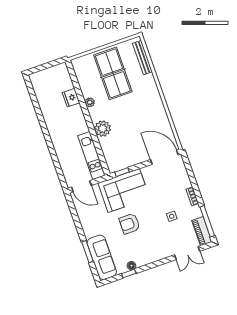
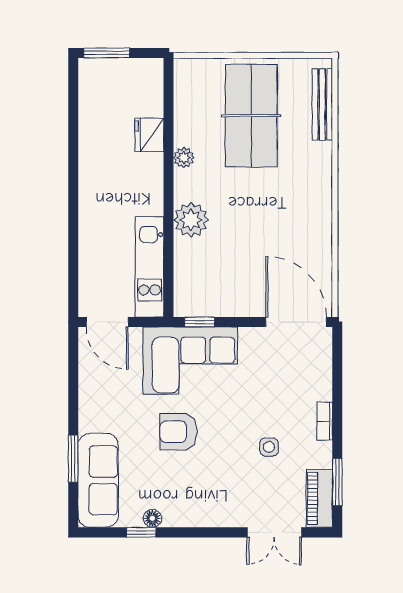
window: (40, 68) -> (107, 53), added
window: (207, 221) -> (337, 482), width x0.69

